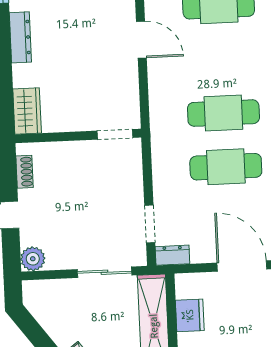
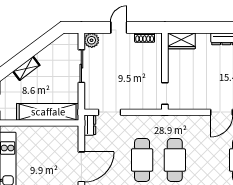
sliding door: (104, 272) -> (81, 66), moved
fridge: (190, 315) -> (53, 134), removed

